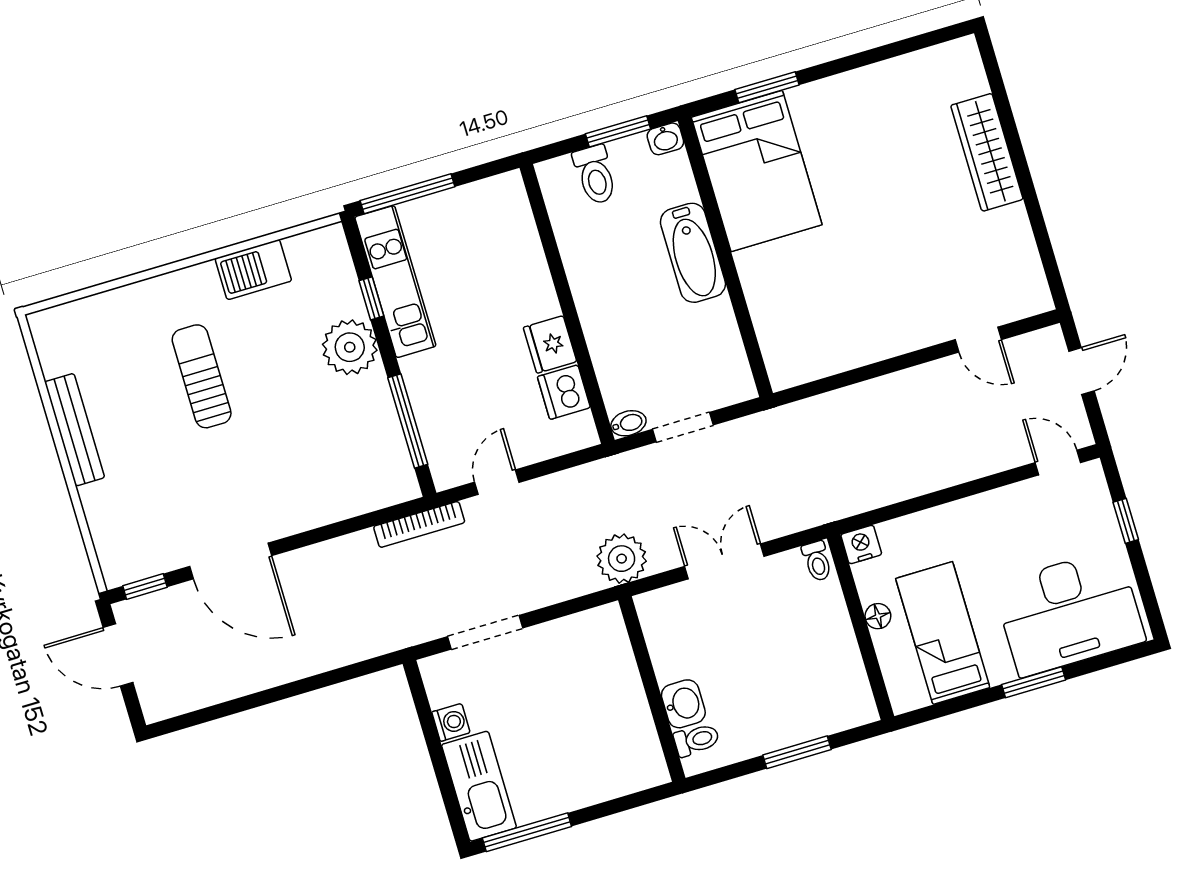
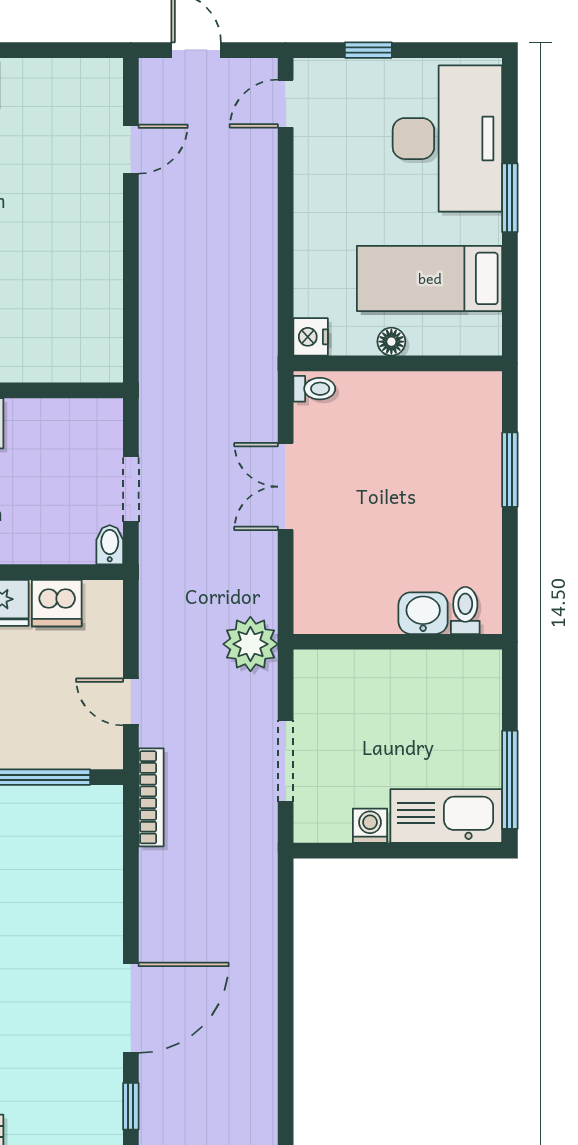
plant: (622, 559) -> (250, 644), moved
wall: (652, 689) -> (398, 642), moved
washbasin: (683, 704) -> (423, 613), moved
toilet: (697, 740) -> (465, 610), moved

